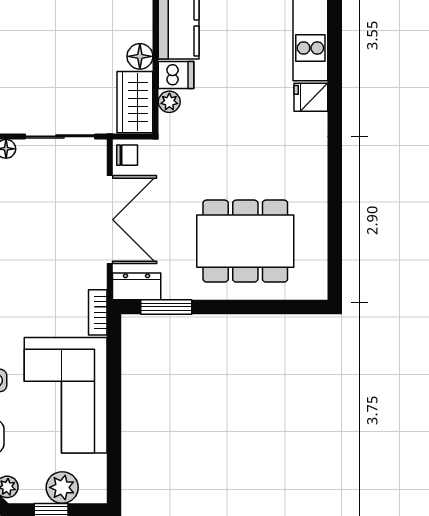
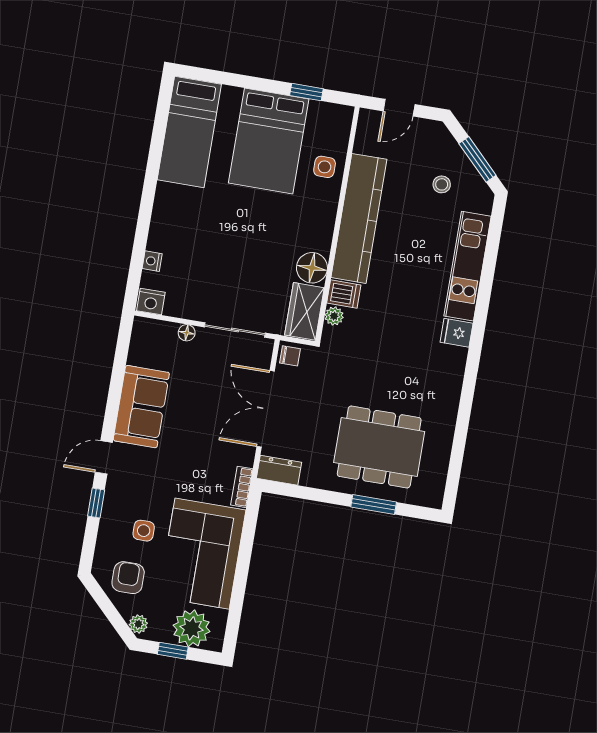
floor lamp: (140, 56) -> (312, 268), width x1.38, depth x1.38
double door: (110, 220) -> (266, 409), swing flipped
window: (166, 307) -> (374, 504), moved
plant: (62, 487) -> (191, 628), width x1.36, depth x1.36

